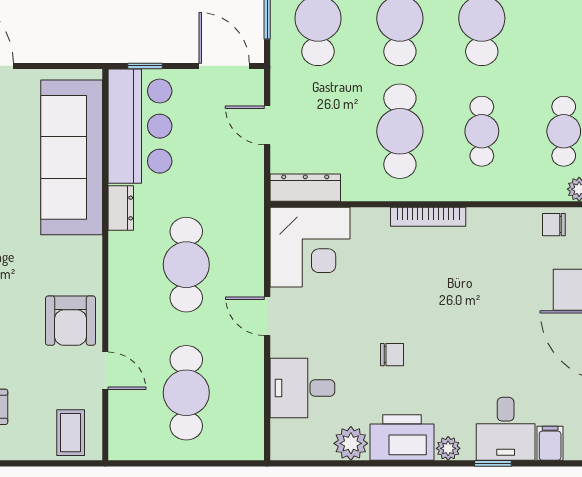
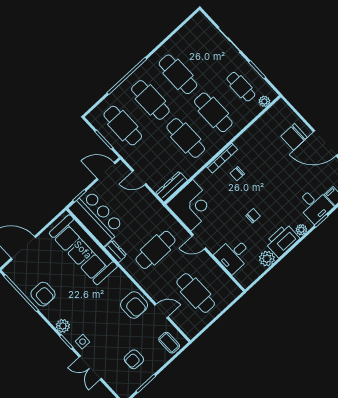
cafe table: (482, 131) -> (213, 112), width x1.37, depth x1.35
chair: (554, 225) -> (237, 174), moved
cafe table: (186, 265) -> (155, 250), turned 90

